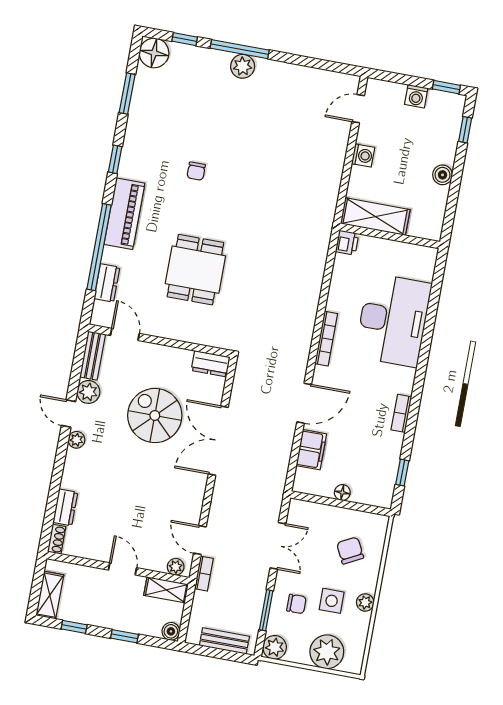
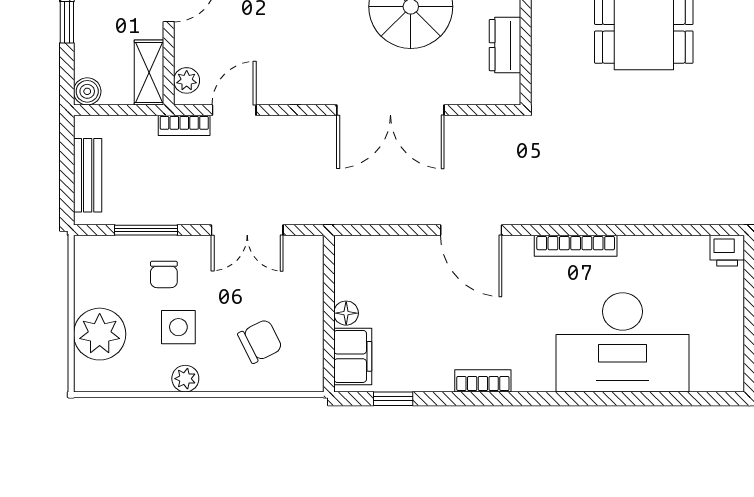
dresser: (211, 364) -> (505, 45), moved
double door: (218, 441) -> (390, 110), swing flipped
filing cabinet: (311, 450) -> (353, 356), moved, turned -90
plant: (275, 647) -> (92, 253), removed

